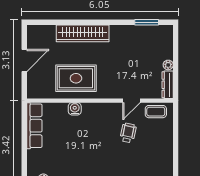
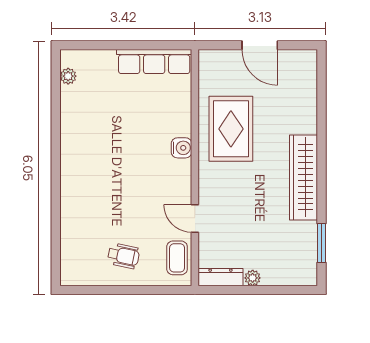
wardrobe: (83, 33) -> (303, 177), moved
water cooler: (75, 109) -> (182, 148), moved
wheelchair: (128, 133) -> (123, 256), moved

